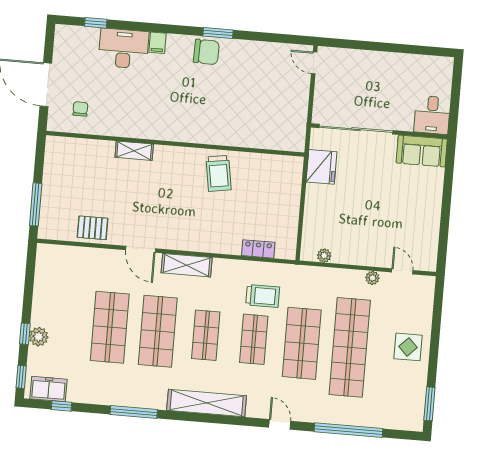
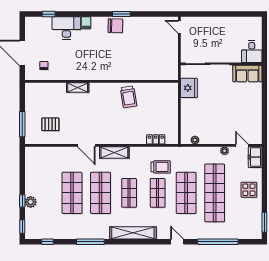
pallet: (93, 228) -> (50, 124), moved
freezer: (48, 389) -> (255, 157), moved, turned -90

